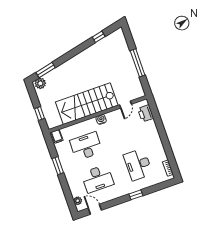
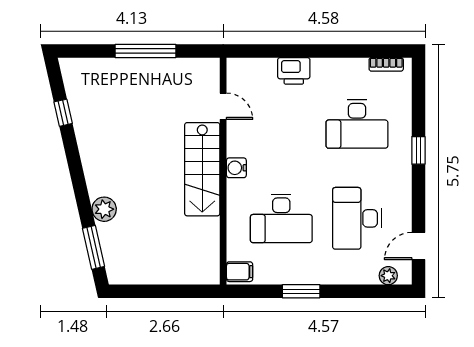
plant: (40, 83) -> (104, 209), moved
stairs: (87, 104) -> (202, 169), width x0.73, depth x0.66
window: (40, 113) -> (179, 291), removed
printer: (146, 113) -> (294, 71), moved
desk: (86, 146) -> (281, 218), turned -90
desk: (98, 179) -> (357, 218), turned 180

